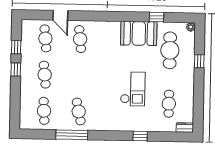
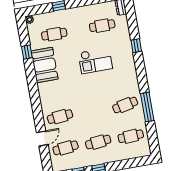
cafe table: (170, 50) -> (54, 34), width x0.73, depth x0.74
checkout: (133, 89) -> (95, 61), turned 180

